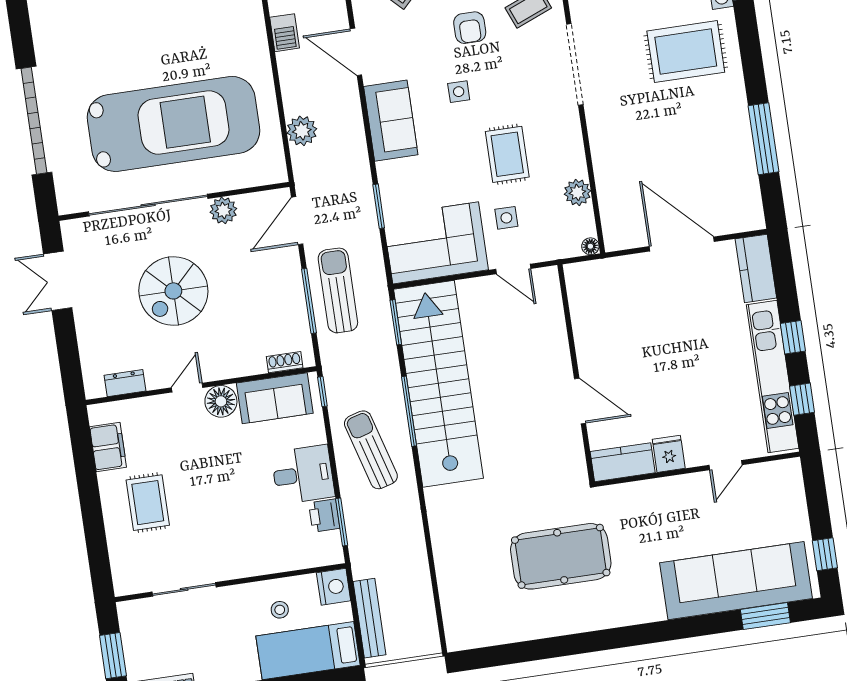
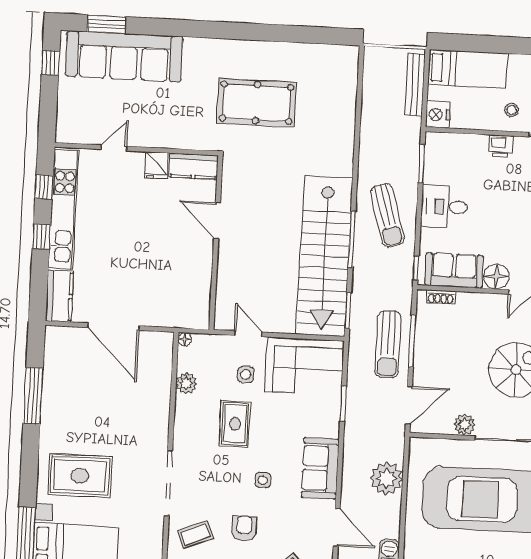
plant: (302, 131) -> (386, 478), width x1.36, depth x1.36
printer: (324, 516) -> (500, 146), moved, turned 90
stool: (280, 610) -> (512, 110), moved

